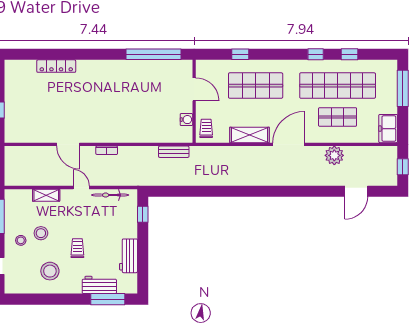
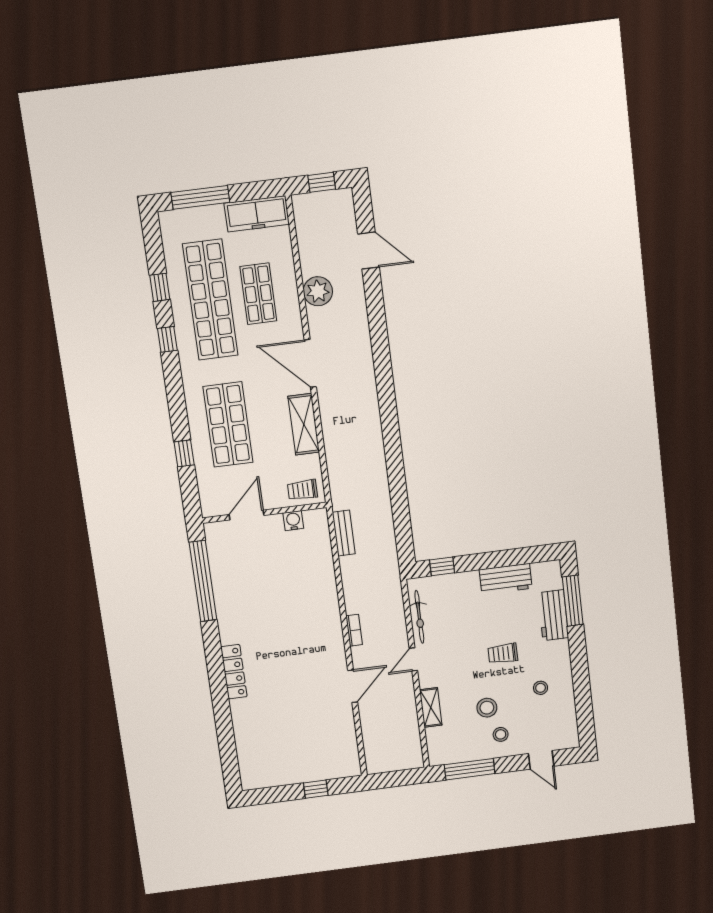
locker: (56, 66) -> (234, 672), moved
freezer: (388, 129) -> (257, 214), width x1.40
stool: (50, 271) -> (541, 688), width x0.53, depth x0.53

